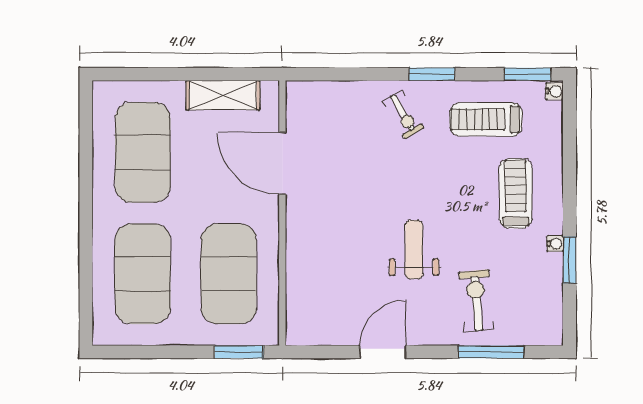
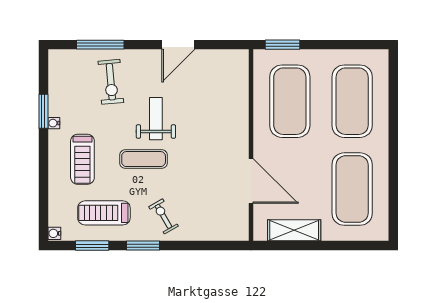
window: (528, 74) -> (92, 246), moved
treadmill: (486, 119) -> (104, 213), turned 180
exercise mat: (431, 194) -> (144, 159), added
weight bench: (414, 250) -> (156, 119), turned 180

